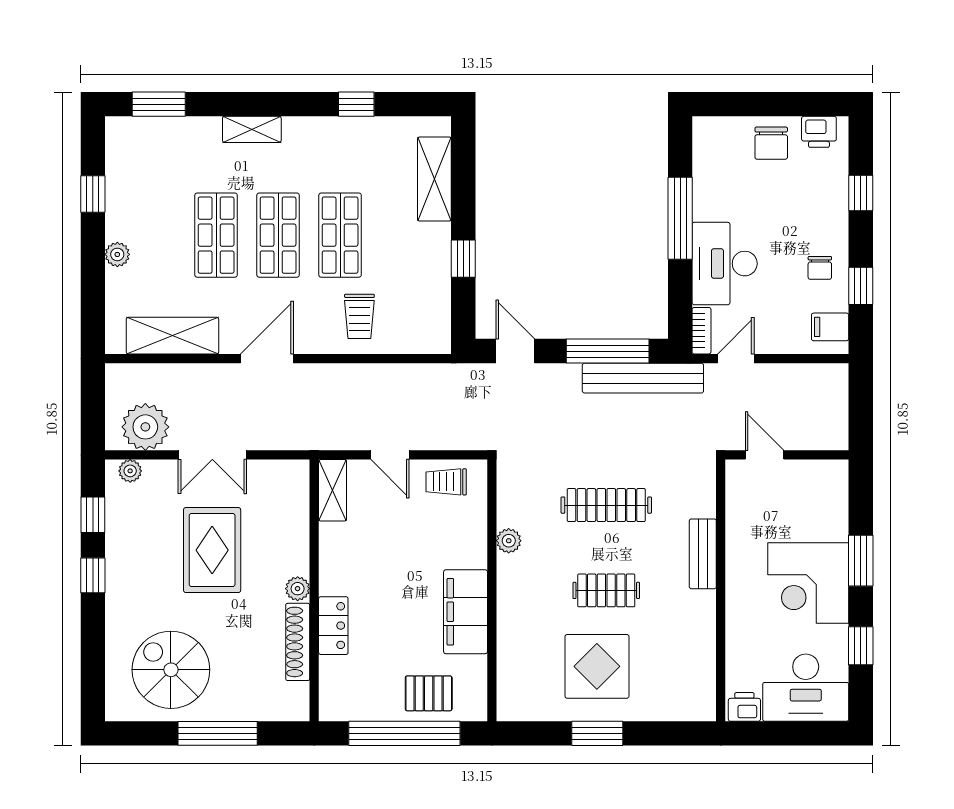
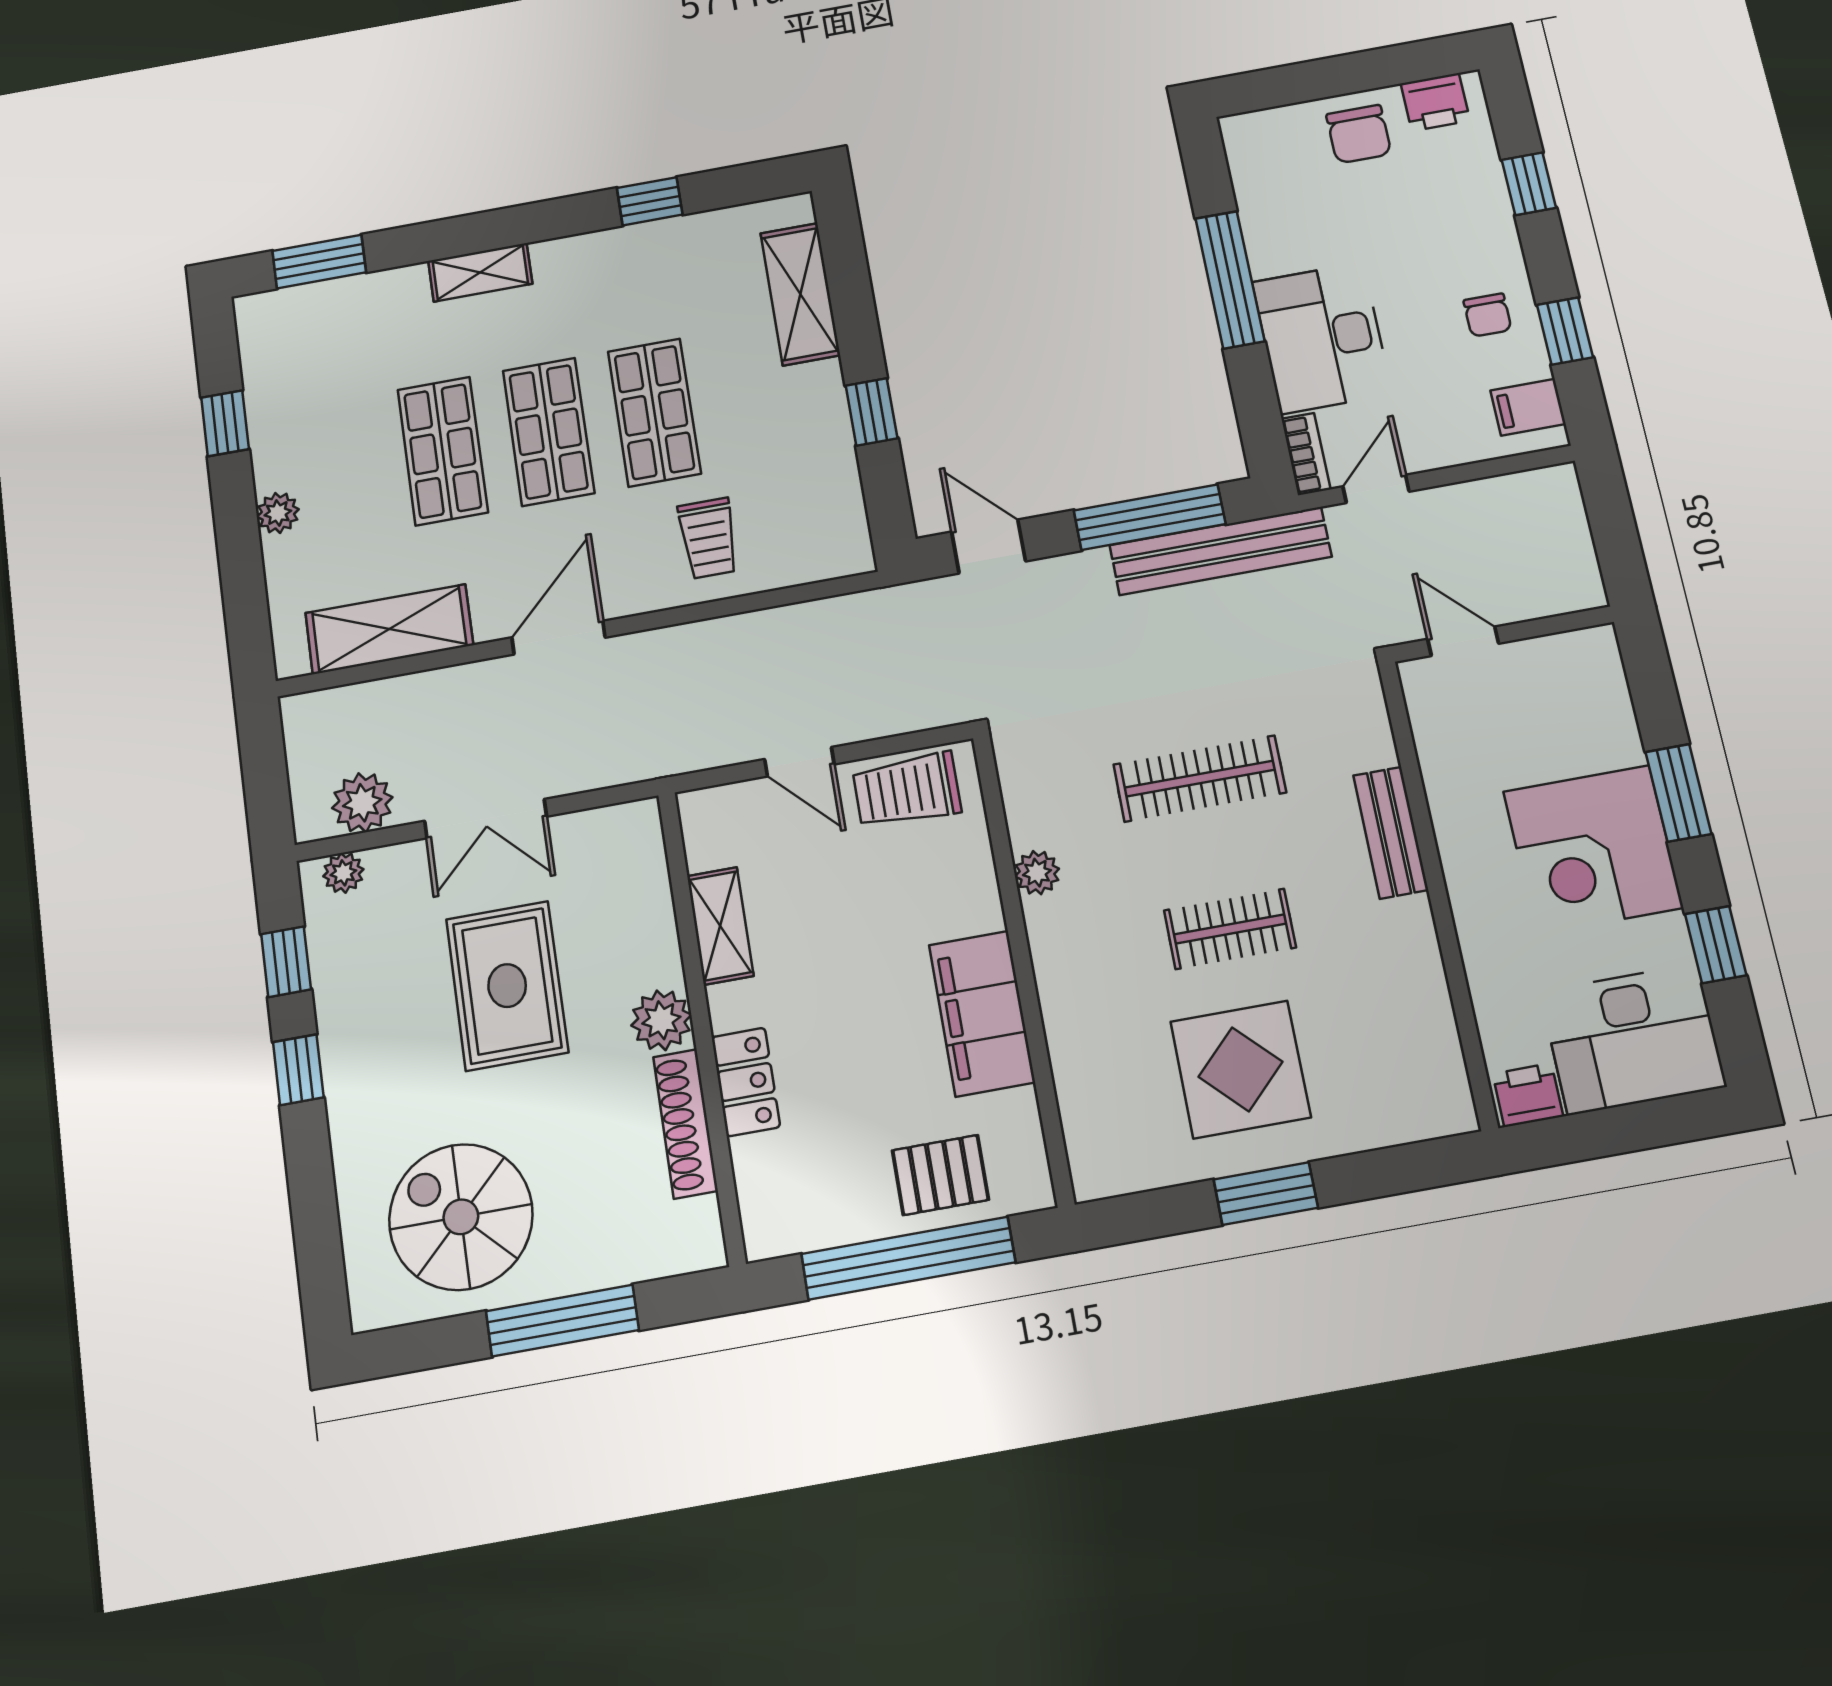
plant: (145, 427) -> (362, 803), width x0.73, depth x0.73
trolley: (446, 482) -> (907, 790), width x1.36, depth x1.39
shelving: (333, 490) -> (720, 926), moved
plant: (298, 589) -> (661, 1020), width x1.38, depth x1.38

